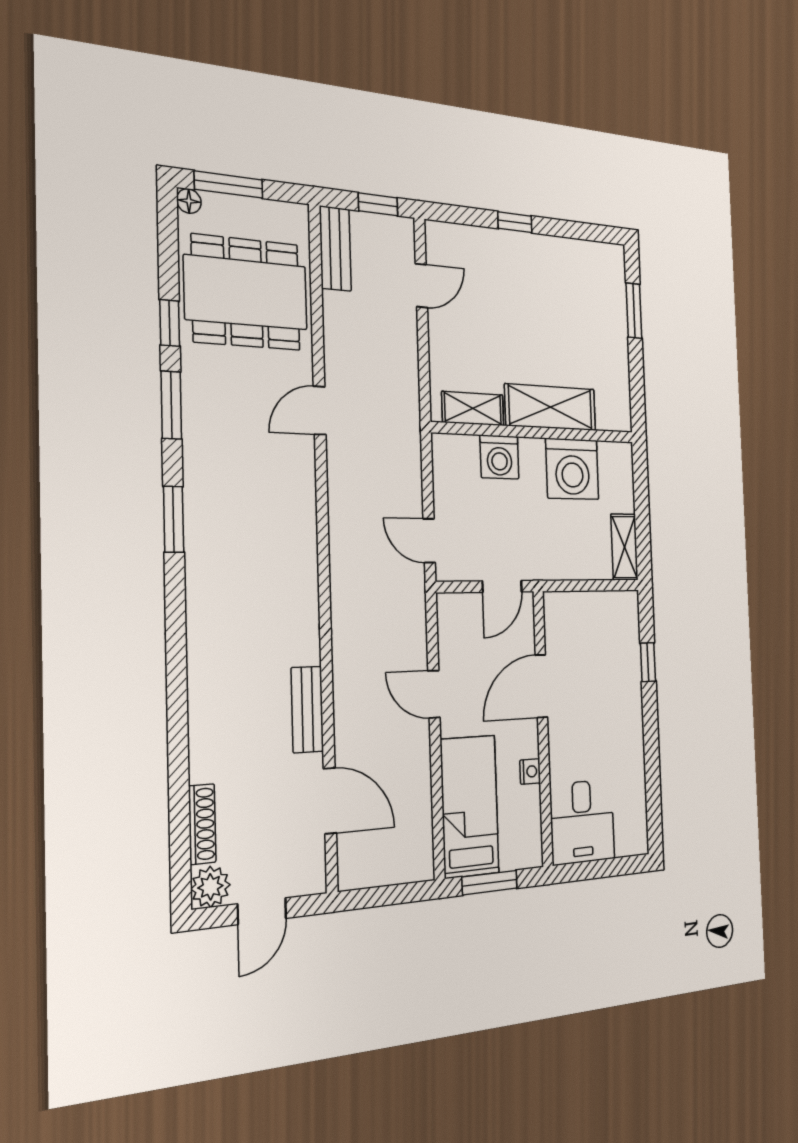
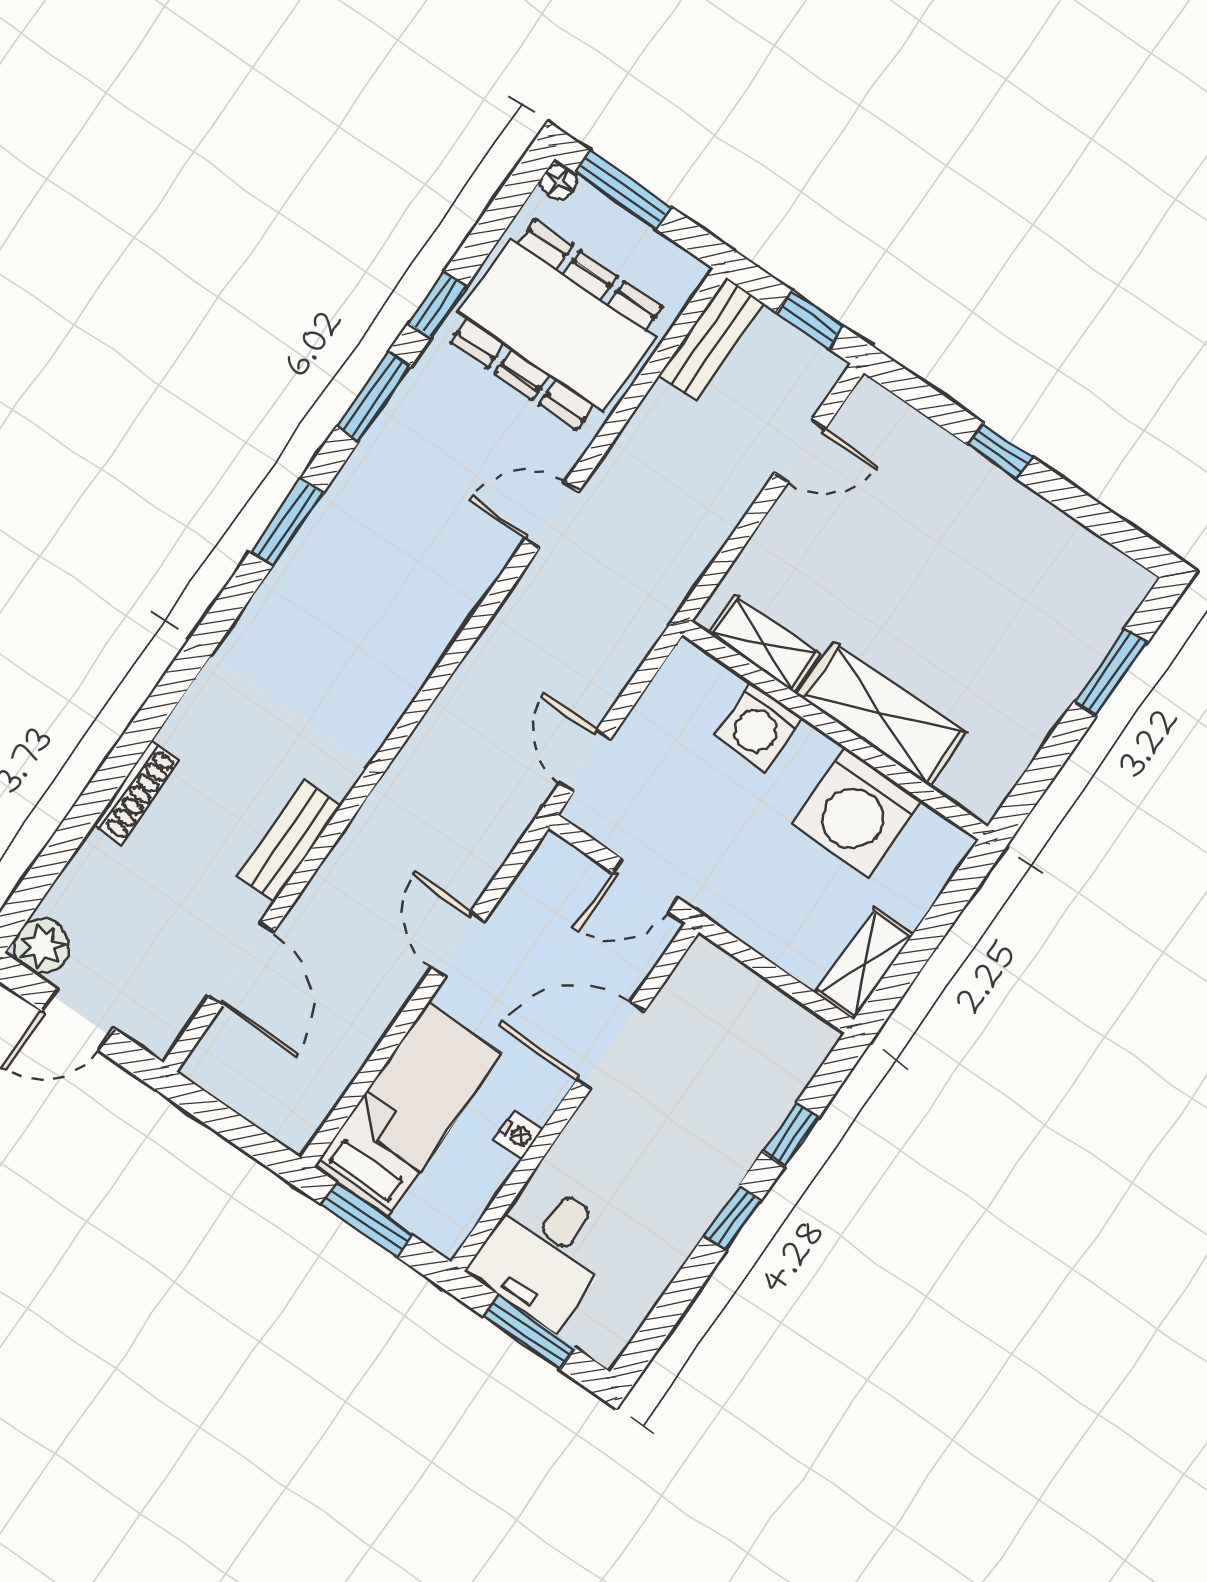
window: (651, 728) -> (732, 1219), added
shoe rack: (202, 824) -> (137, 792), moved
window: (602, 869) -> (530, 1333), added

